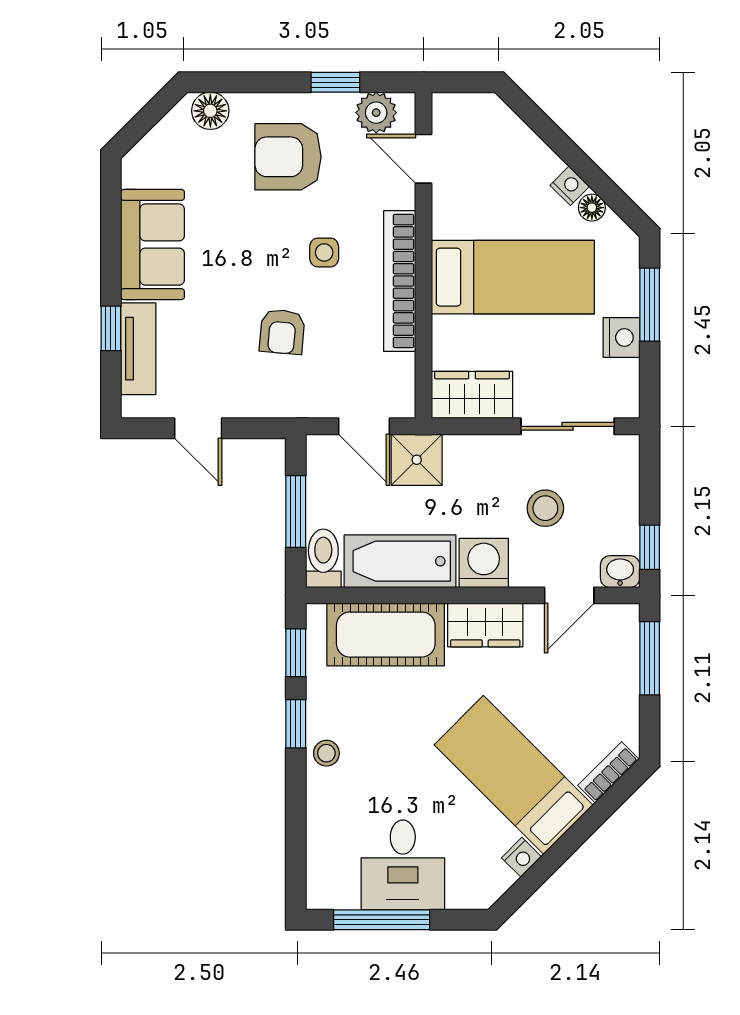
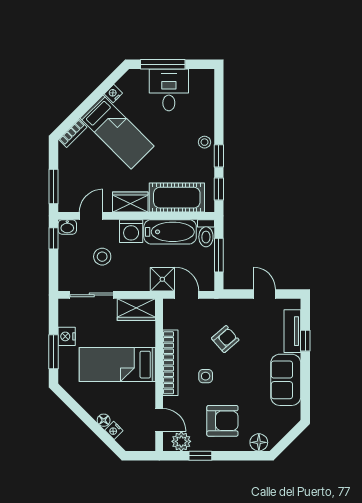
nightstand: (570, 186) -> (114, 430), moved
floor lamp: (592, 208) -> (104, 420), moved
armchair: (282, 332) -> (225, 339), turned 44
window: (382, 920) -> (163, 64), moved

